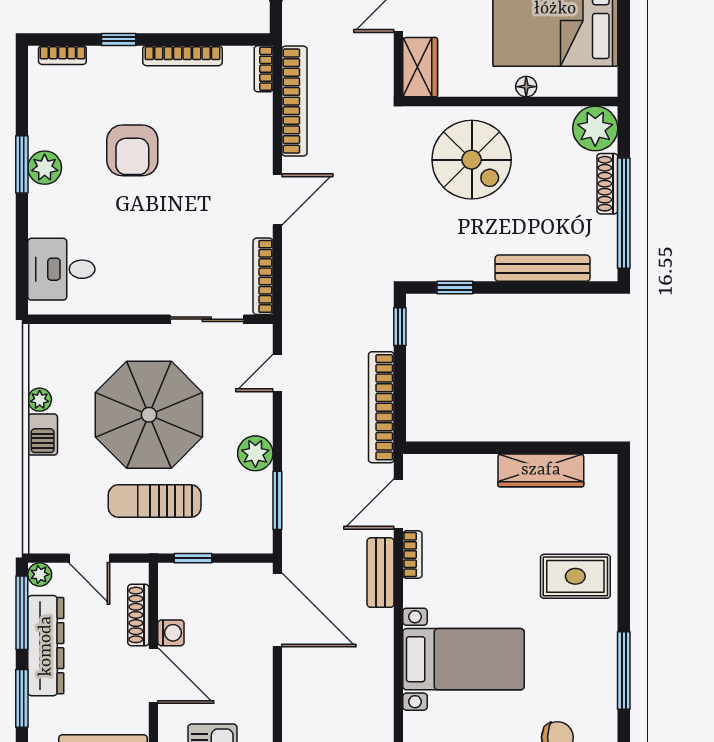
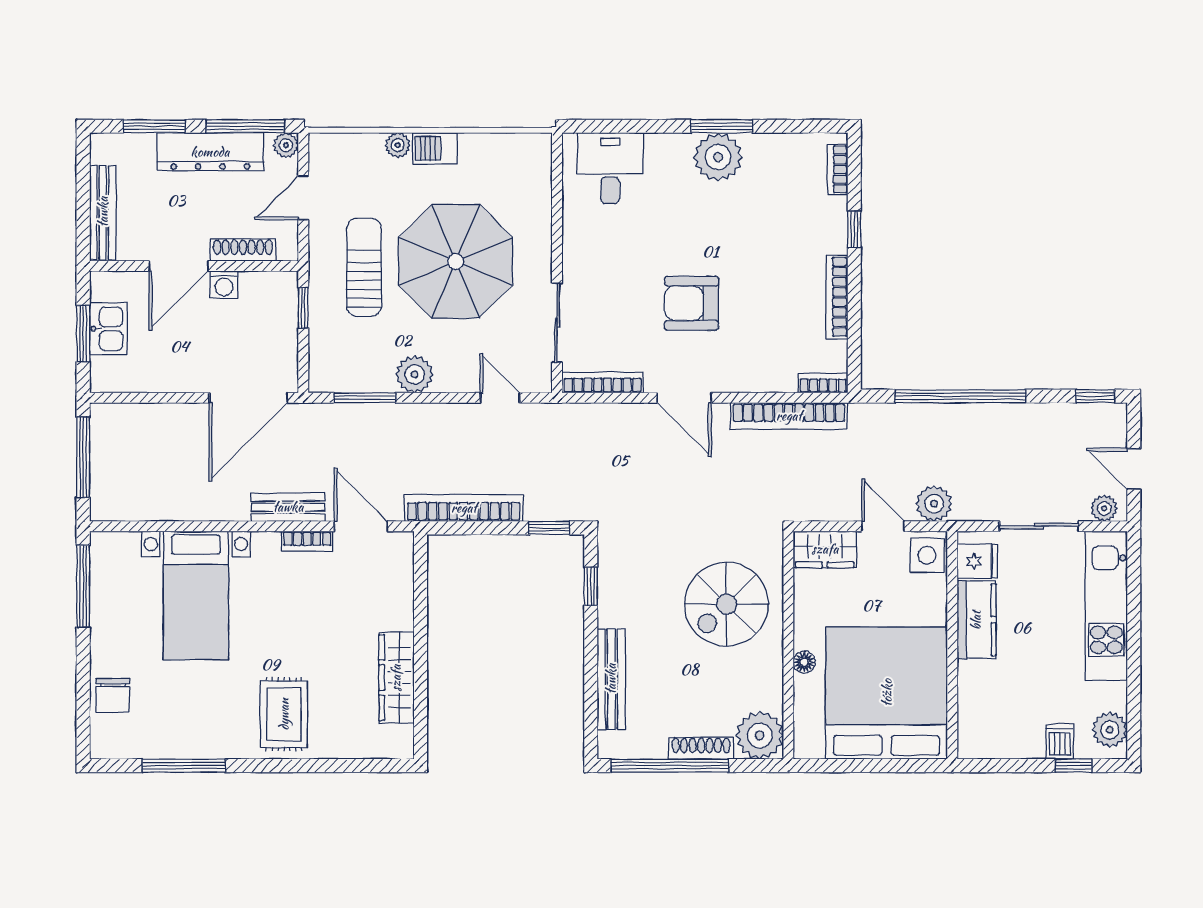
armchair: (132, 150) -> (692, 303), moved
plant: (45, 168) -> (718, 157), width x1.36, depth x1.36
plant: (40, 400) -> (398, 145), moved

